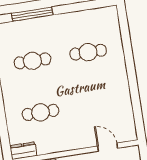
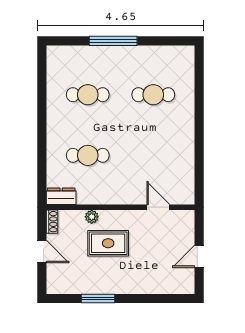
window: (32, 14) -> (113, 41), moved

